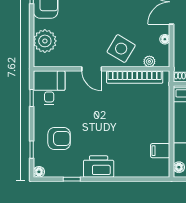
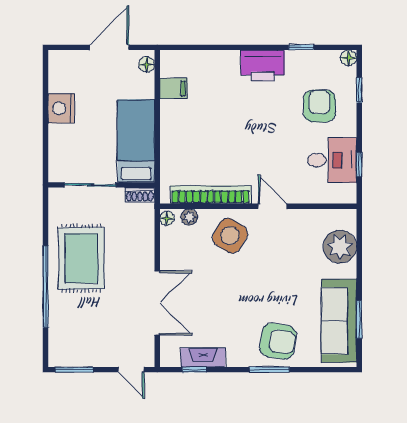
floor lamp: (165, 39) -> (167, 218), moved
desk: (49, 88) -> (332, 160), moved, turned -90
armchair: (59, 139) -> (320, 106), turned 90

